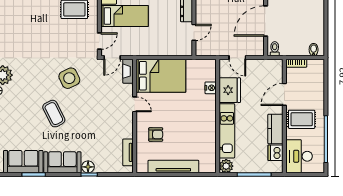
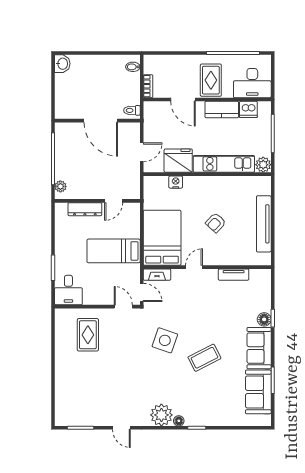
bed: (125, 16) -> (114, 251), moved, turned -90
door: (194, 32) -> (114, 201), swing flipped
side table: (69, 78) -> (165, 340), turned 45
armchair: (156, 134) -> (216, 223), moved, turned -137
tv unit: (128, 152) -> (234, 275), moved

